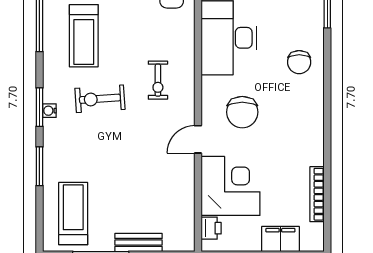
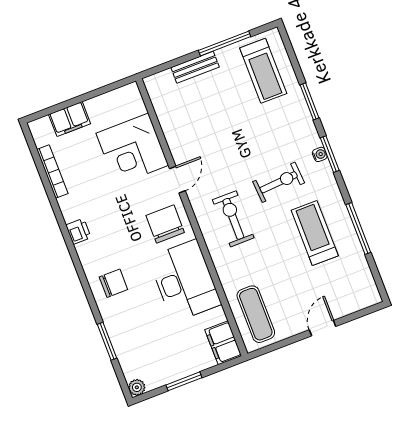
chair: (299, 62) -> (113, 283), turned 90
exercise bike: (158, 80) -> (233, 219), width x1.38, depth x1.39
chair: (242, 112) -> (165, 224), moved
printer: (211, 228) -> (78, 231), moved, turned 180

